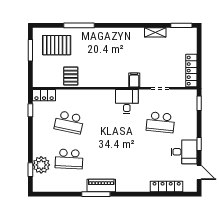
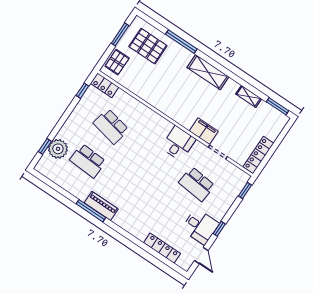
shelving: (114, 35) -> (208, 72), added
pallet: (71, 76) -> (117, 62), moved
filing cabinet: (134, 80) -> (204, 131), width x2.00

